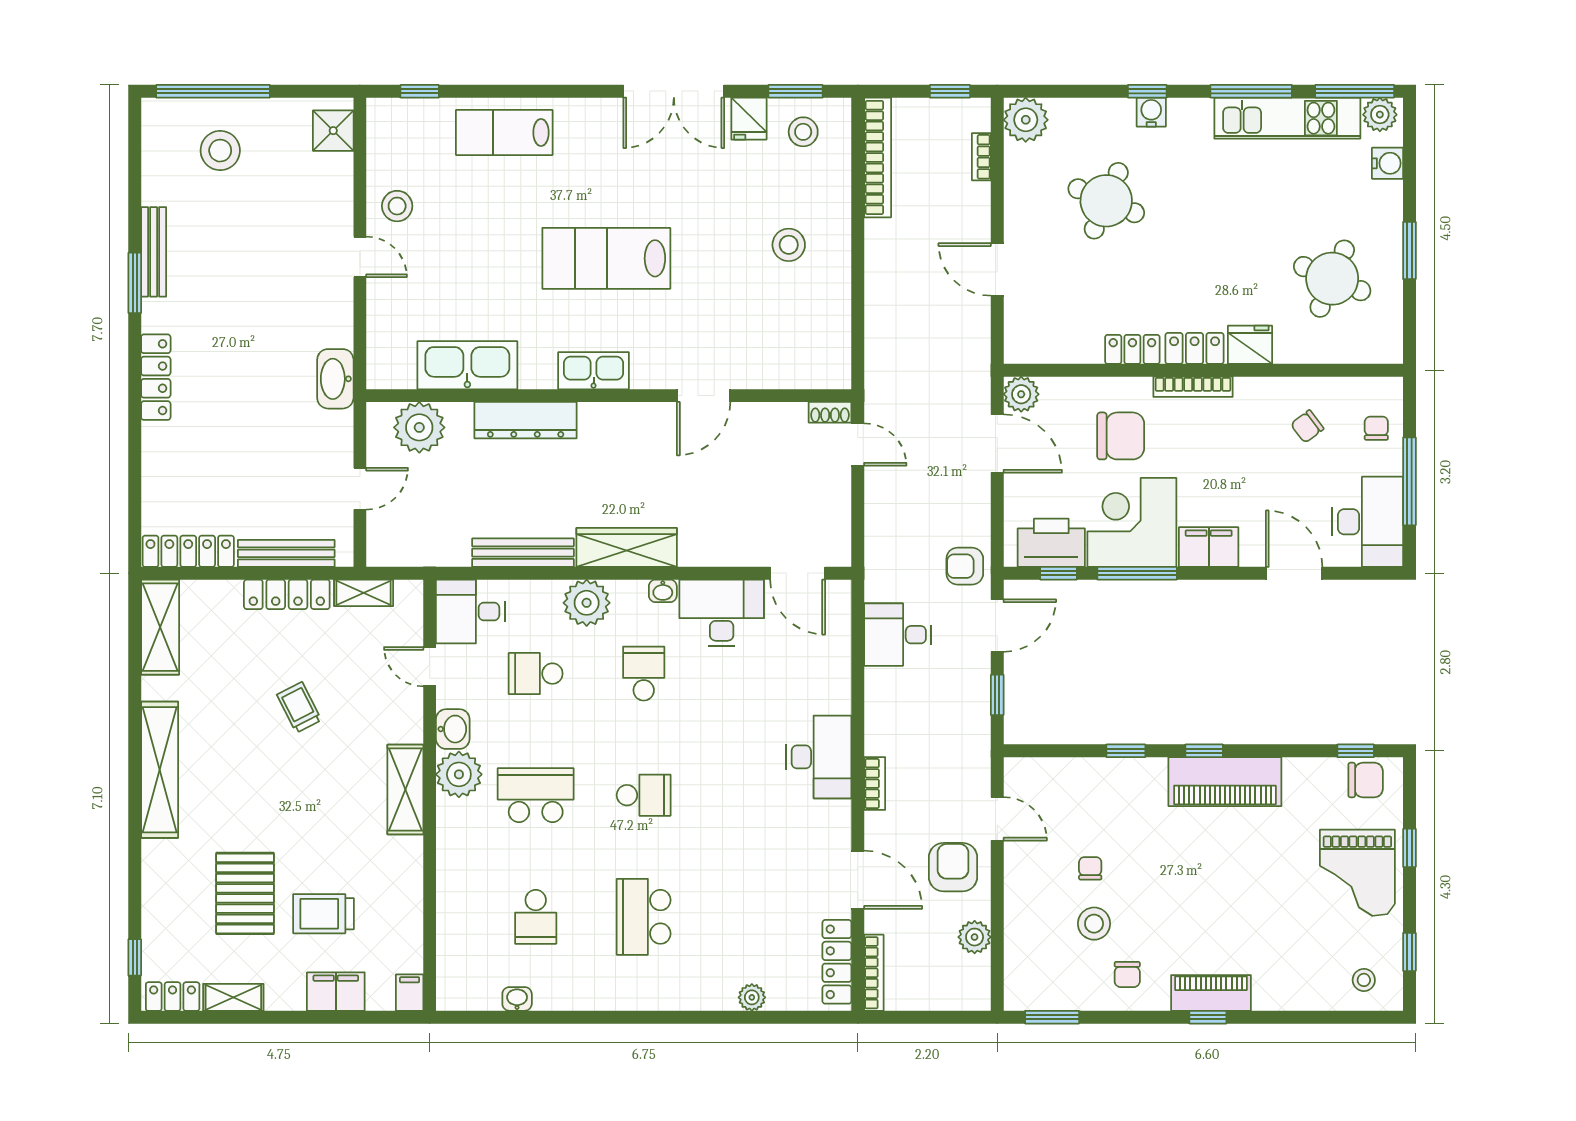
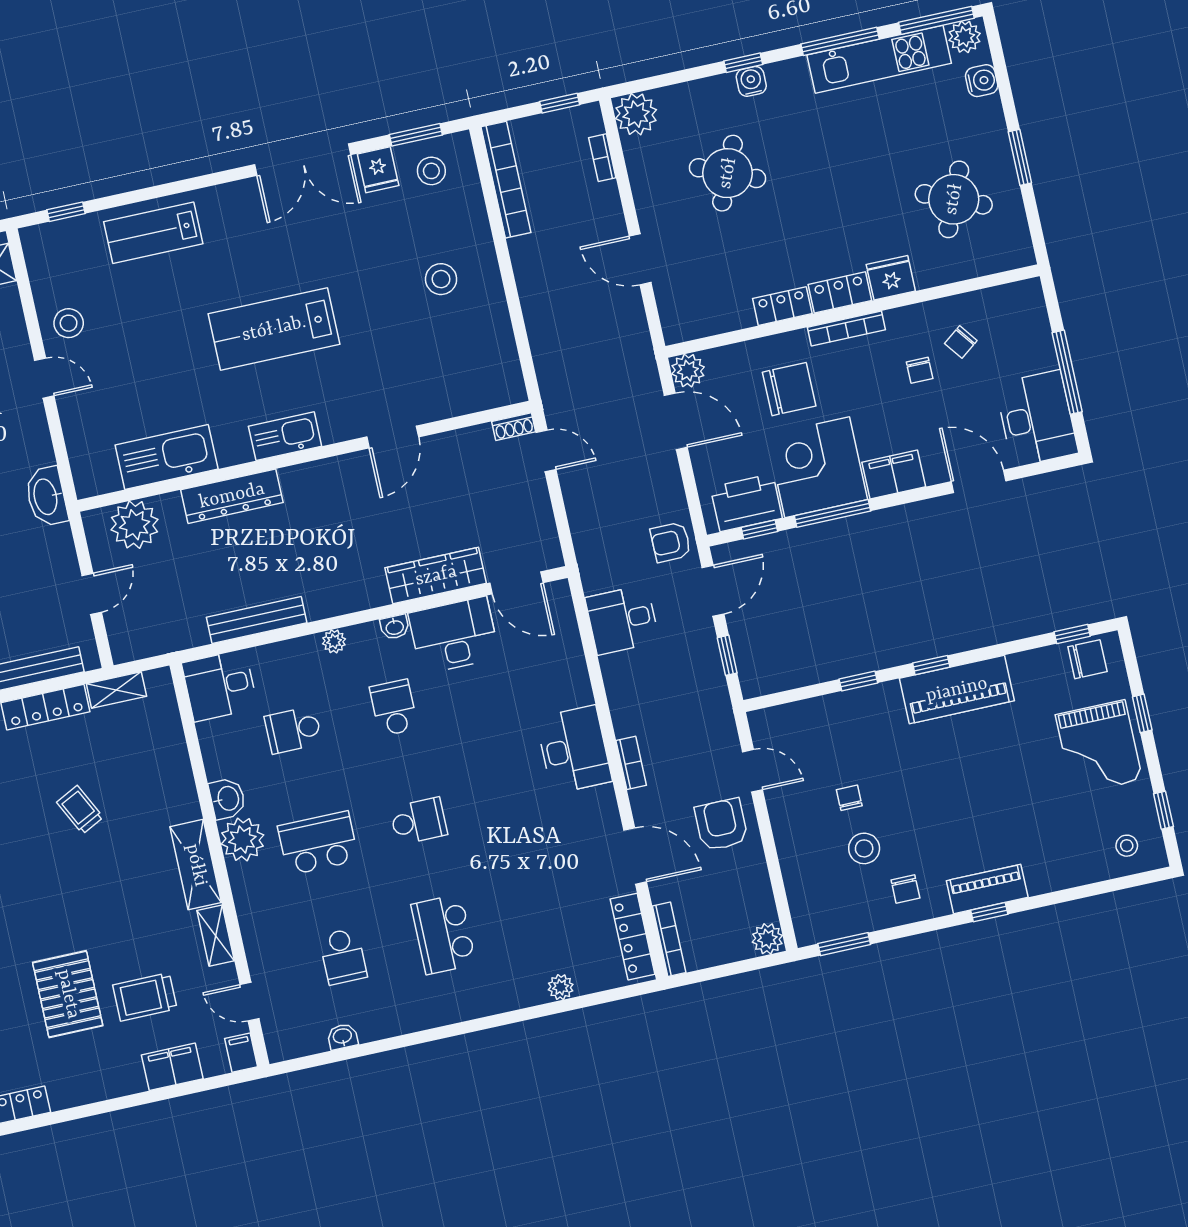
chair: (1376, 428) -> (920, 370), moved, turned 180
wardrobe: (627, 547) -> (436, 576), moved
plant: (587, 603) -> (334, 641), width x0.53, depth x0.53
door: (430, 667) -> (249, 1002), moved
plant: (975, 937) -> (767, 939), moved
shelving: (233, 997) -> (216, 936), moved, turned 90

